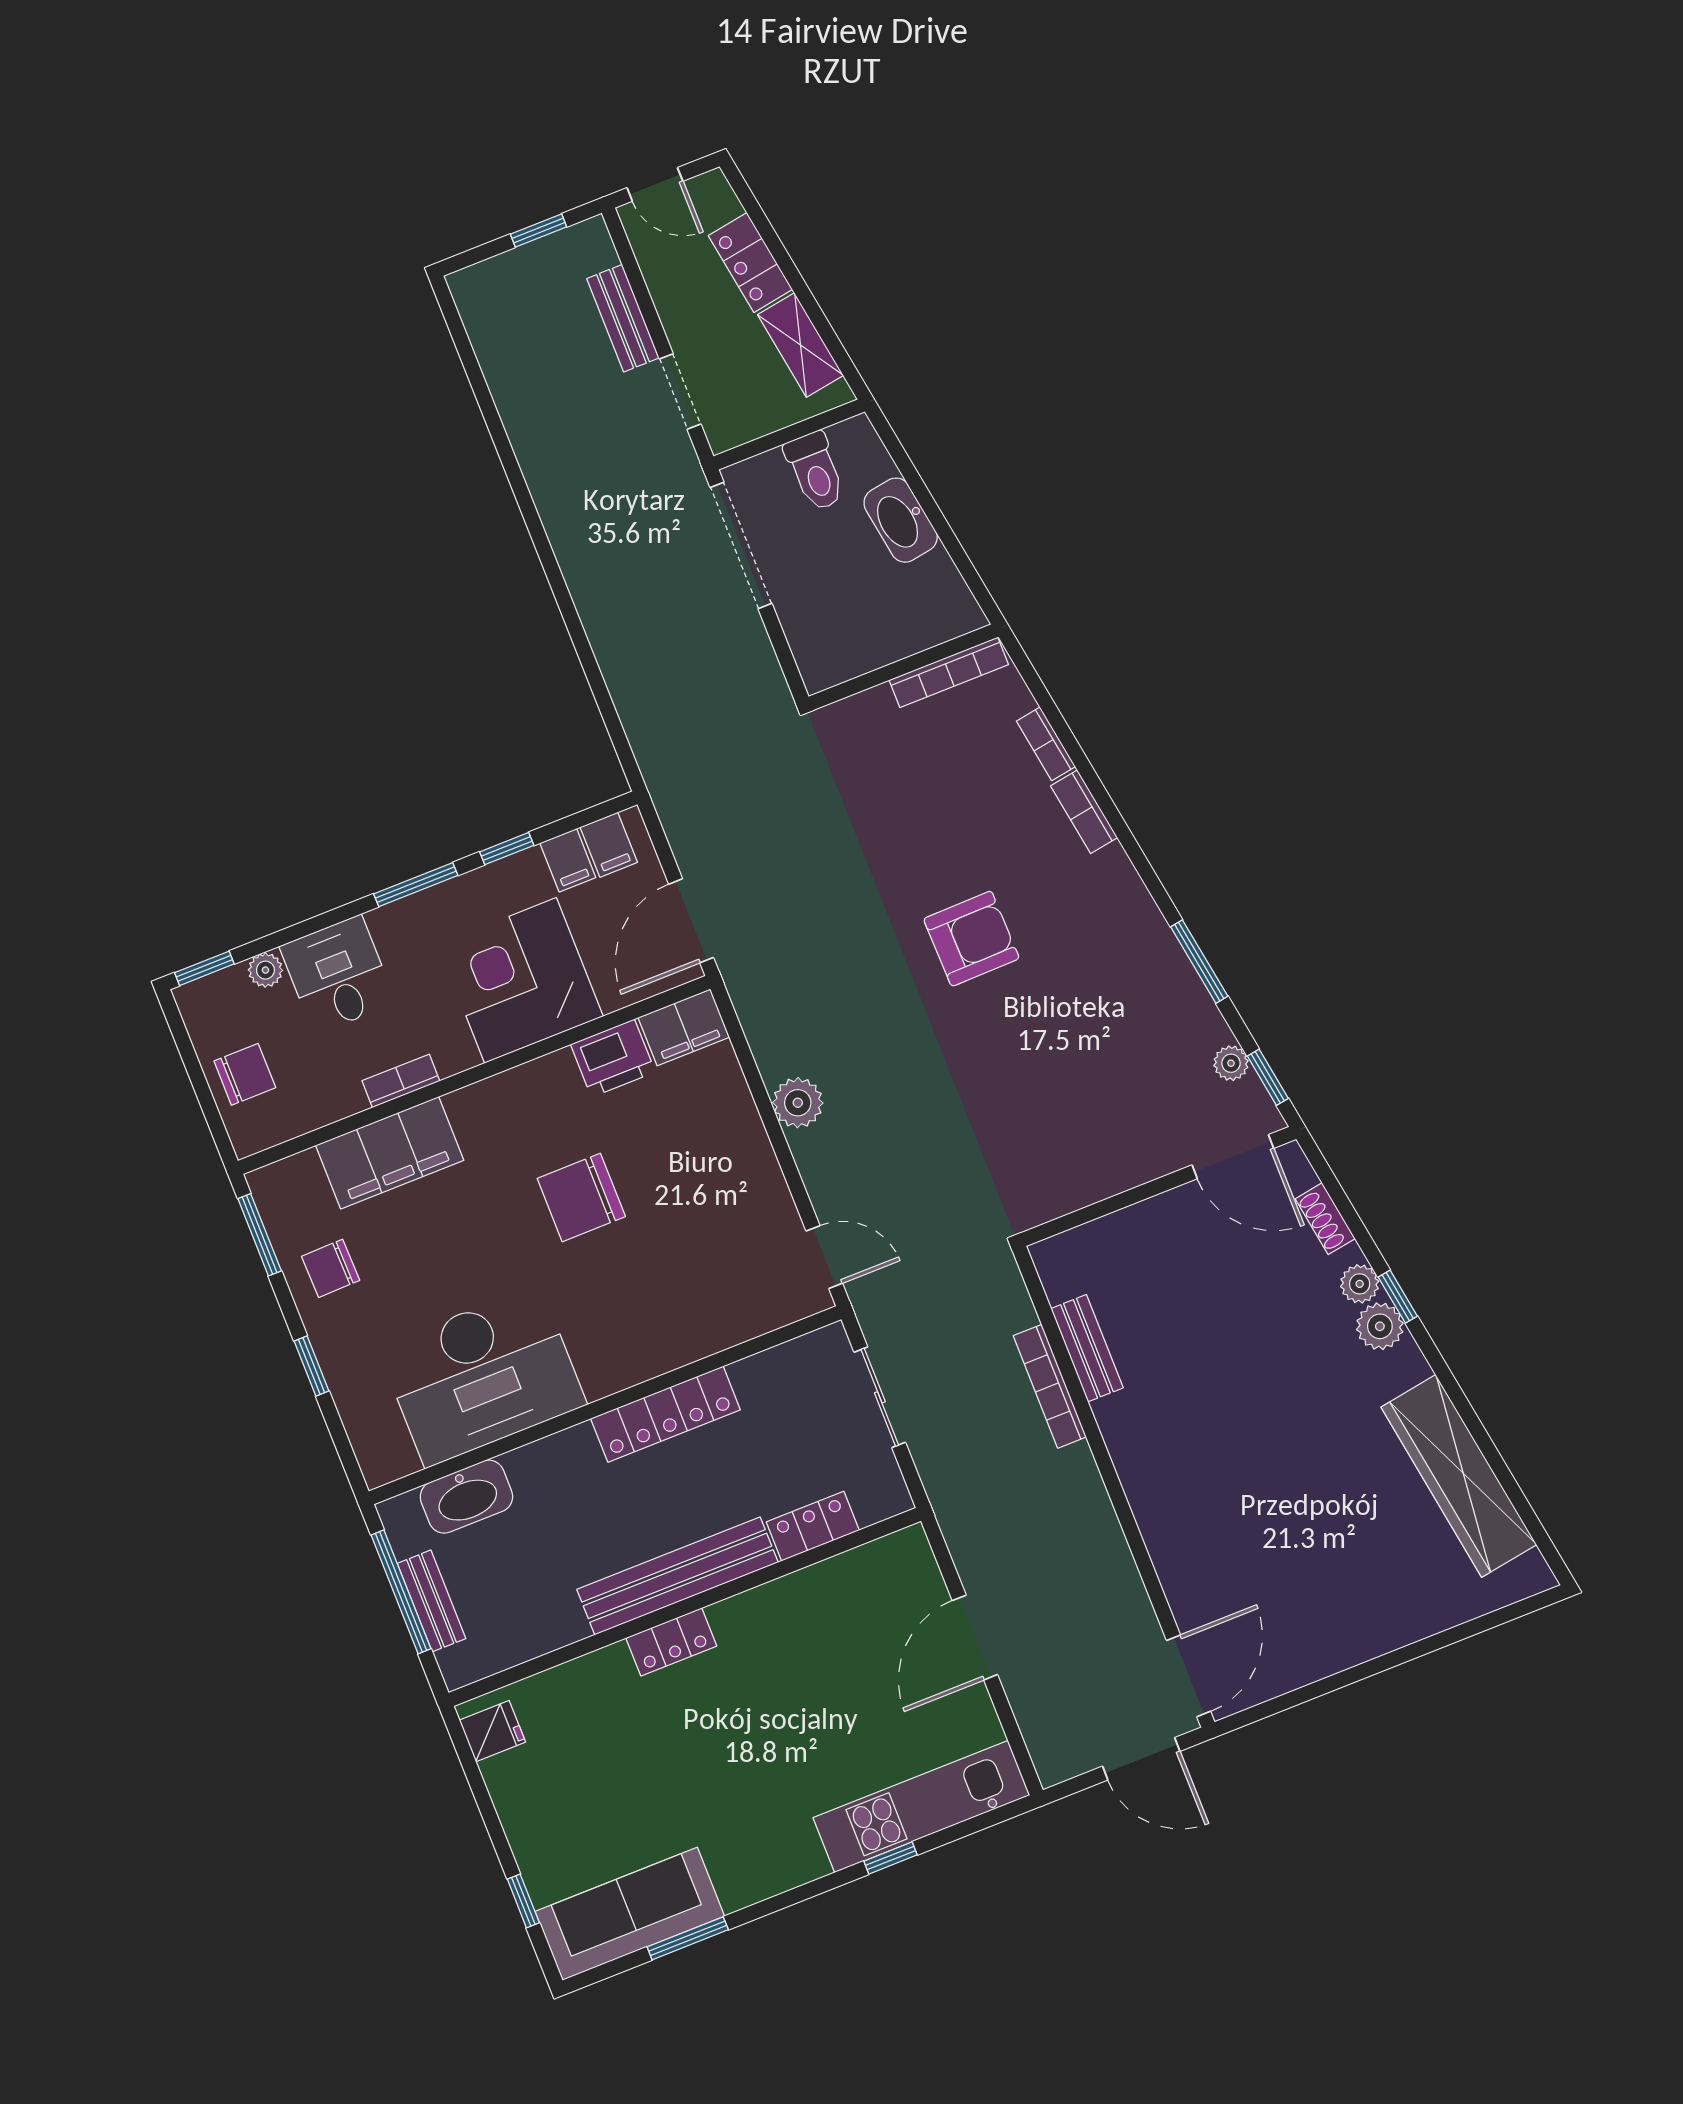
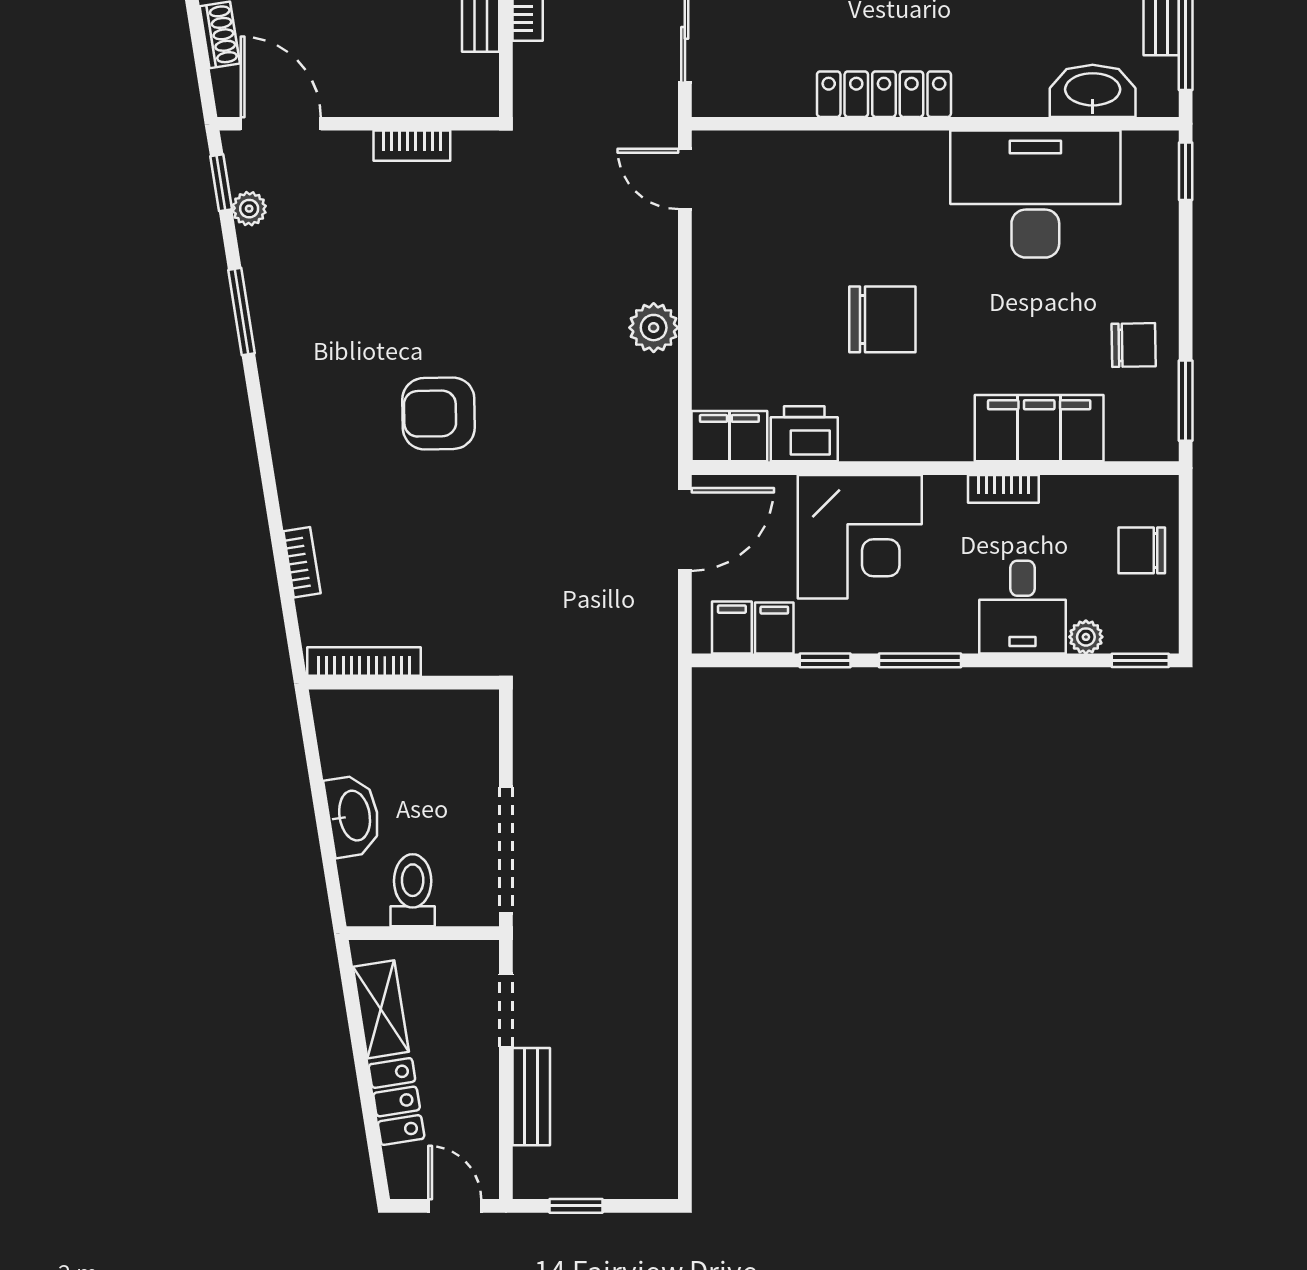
bookcase: (1084, 812) -> (412, 146), moved, turned 99
window: (312, 1366) -> (1186, 171), moved

